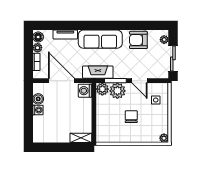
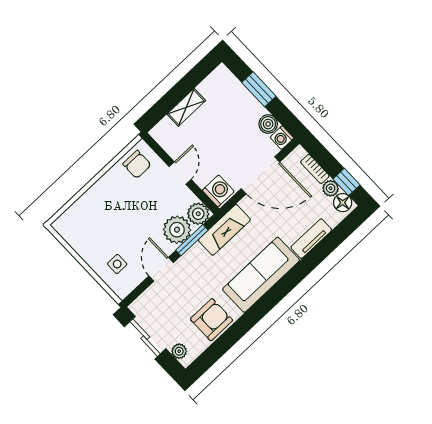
window: (28, 44) -> (346, 182), added
door: (140, 81) -> (161, 269), hinge flipped
washing machine: (38, 110) -> (282, 138), moved
door: (94, 113) -> (180, 173), added
window: (28, 117) -> (259, 89), added
chair: (131, 117) -> (137, 164), moved
shelving: (81, 138) -> (186, 107), moved
plant: (164, 138) -> (61, 225), removed

